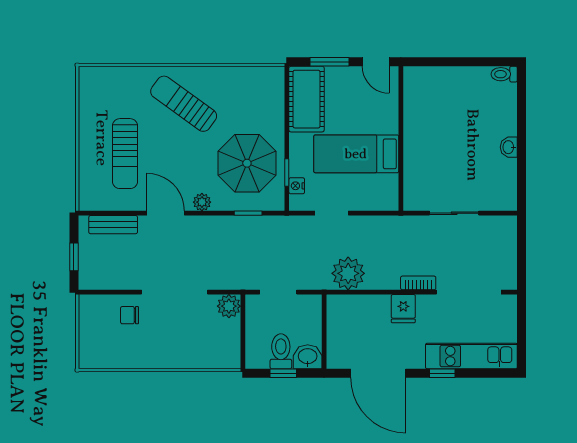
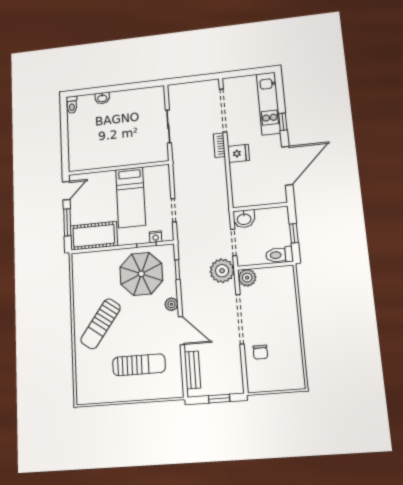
washbasin: (509, 147) -> (102, 98), moved
door: (166, 213) -> (181, 331), swing flipped
plant: (348, 273) -> (222, 271), moved
toilet: (281, 351) -> (279, 255), moved
washbasin: (308, 357) -> (244, 219), moved, turned -90

